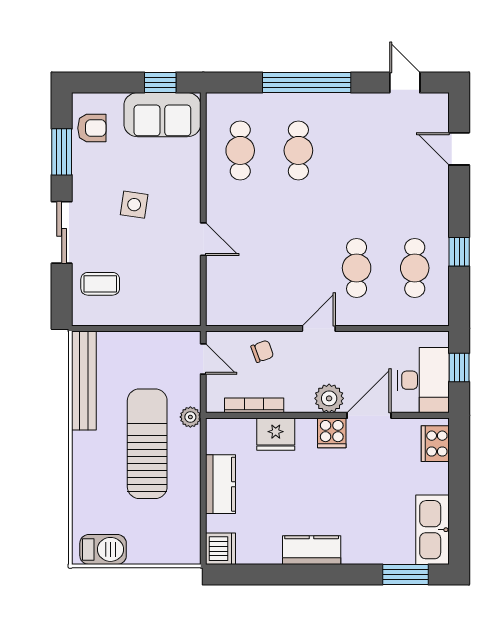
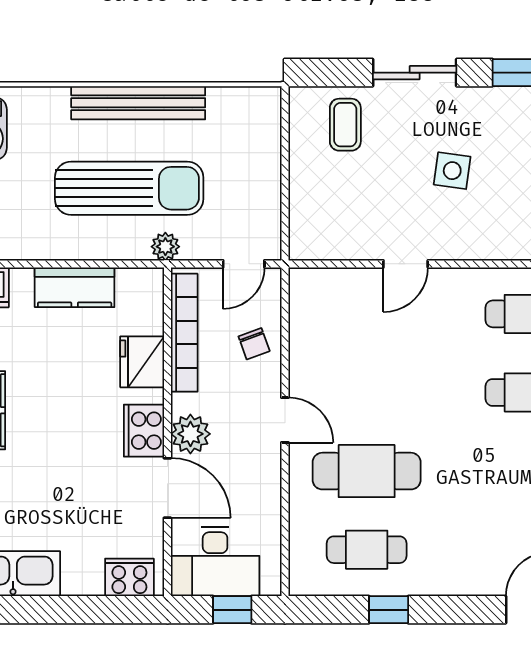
cafe table: (357, 268) -> (367, 471), width x1.37, depth x1.35
bench: (84, 381) -> (138, 103), moved
bookcase: (254, 405) -> (184, 333), width x1.48, depth x1.31
cooker: (332, 433) -> (144, 431), width x1.36

